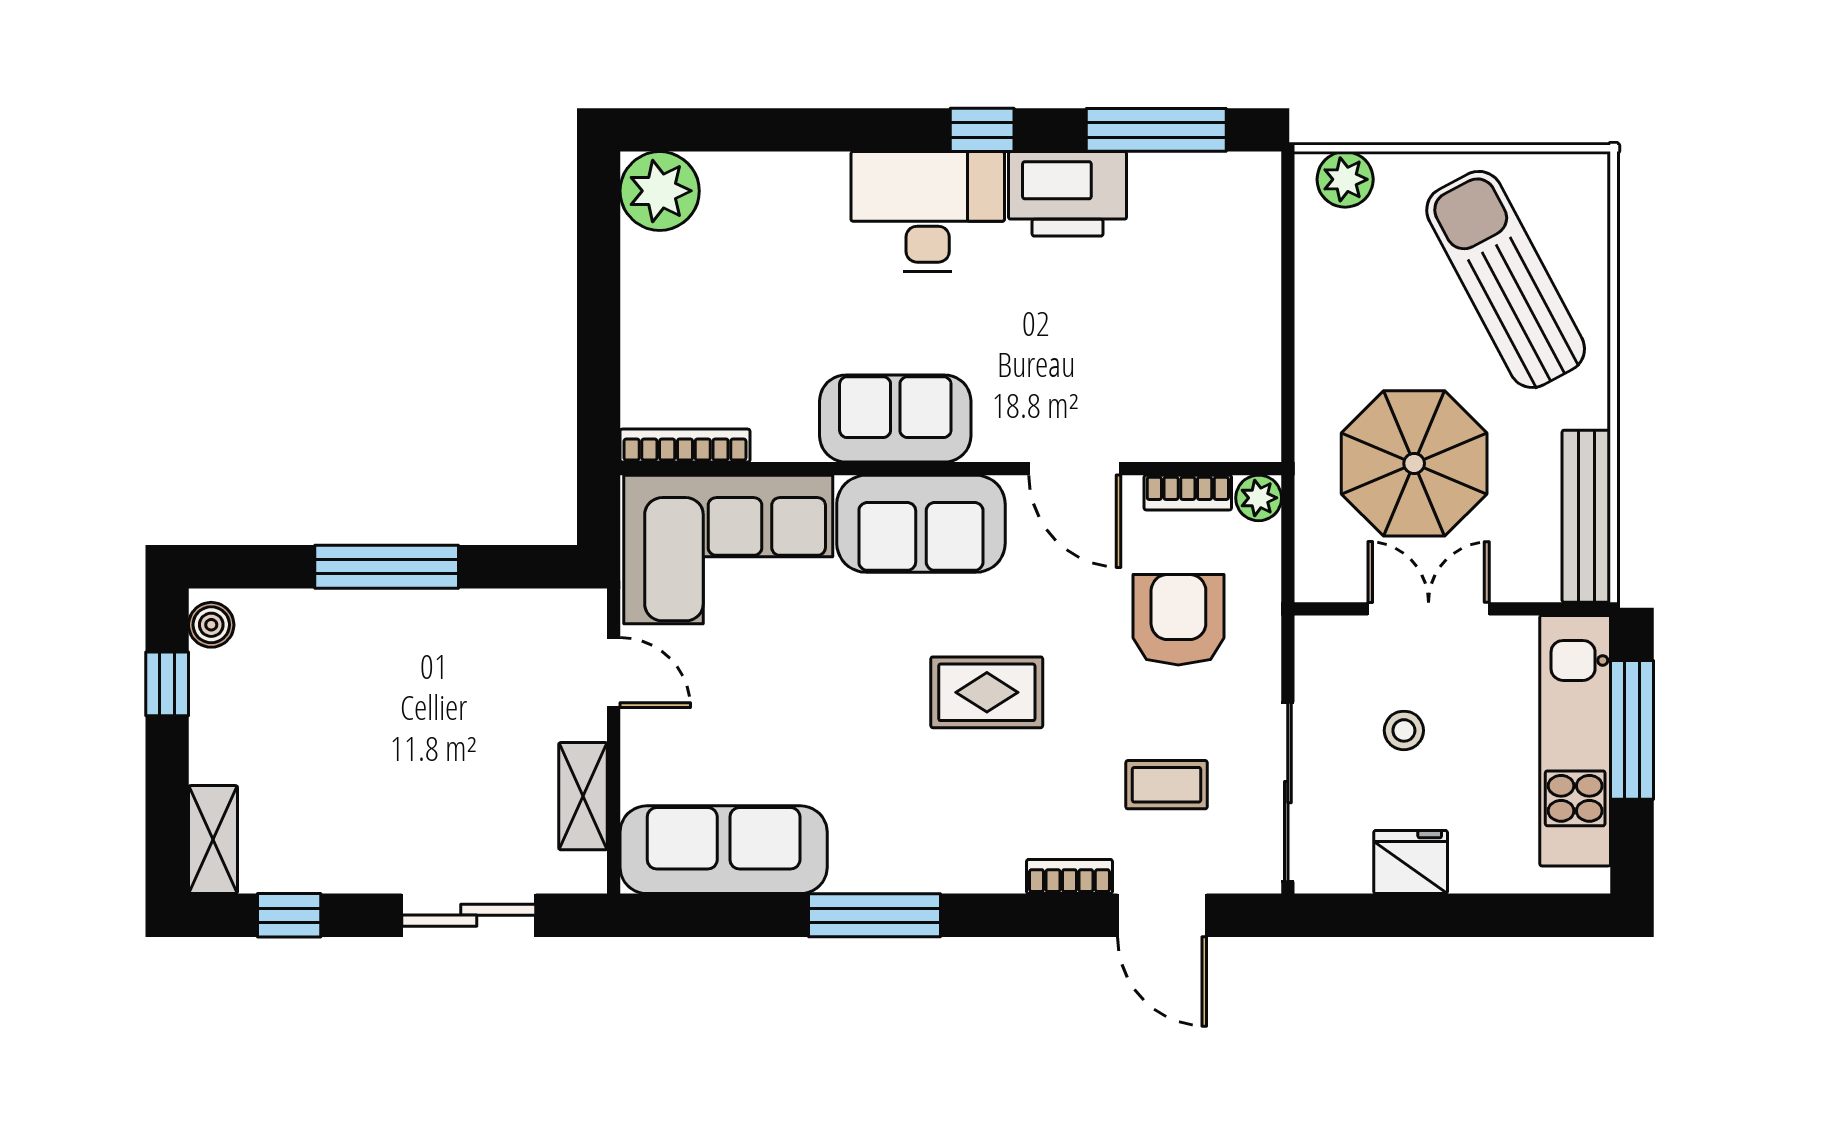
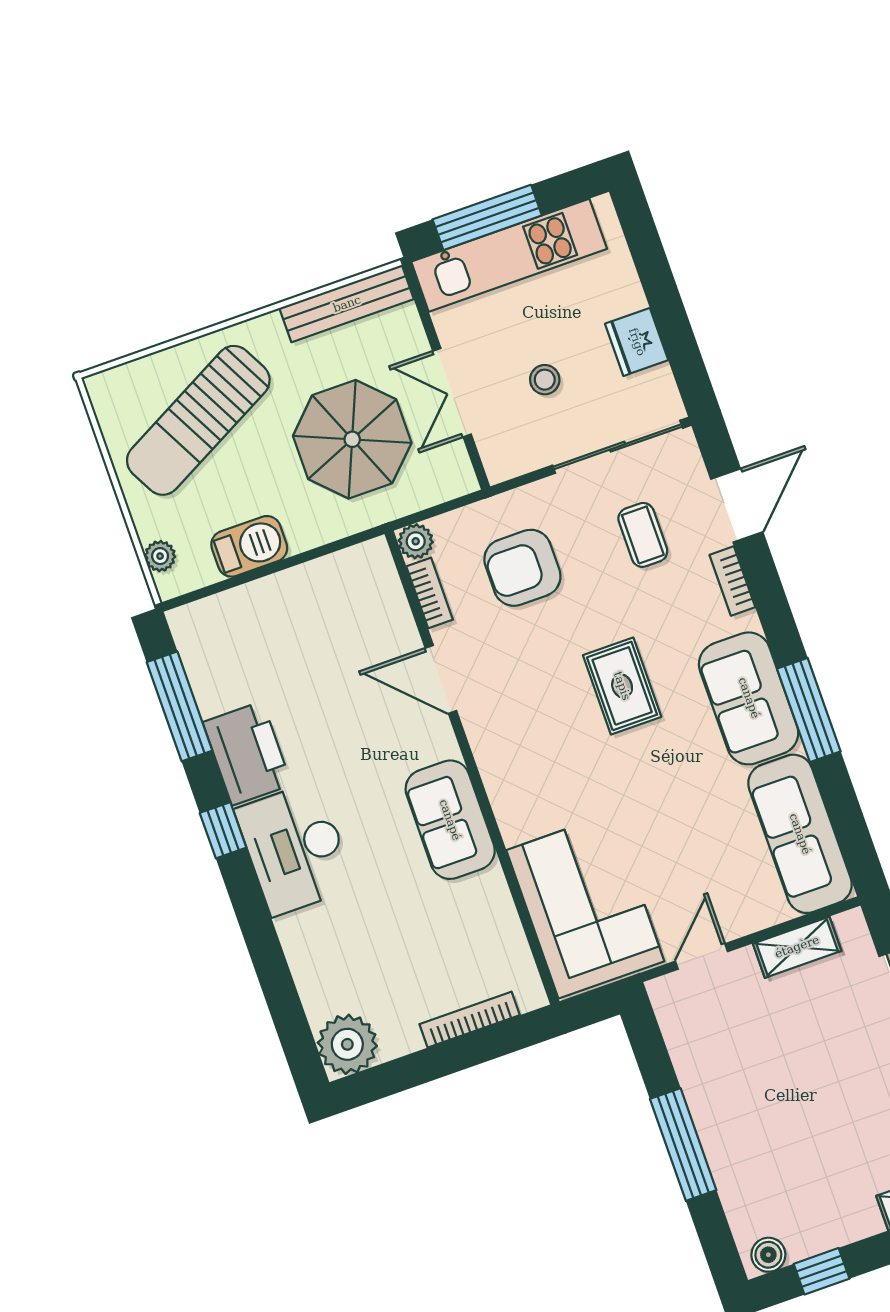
plant: (1345, 179) -> (160, 556), width x0.73, depth x0.73
barbecue: (1326, 288) -> (249, 546), added
bookcase: (685, 446) -> (470, 1020), moved, turned 90
door: (1075, 469) -> (441, 679), swing flipped
sofa: (921, 524) -> (749, 698), moved, turned 180

